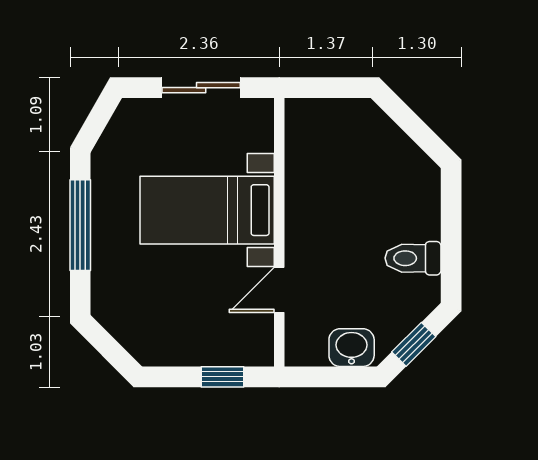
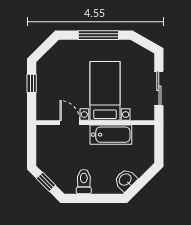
bathtub: (306, 197) -> (111, 135), added
washbasin: (352, 348) -> (125, 180), moved, turned -135
window: (223, 377) -> (32, 83), moved

